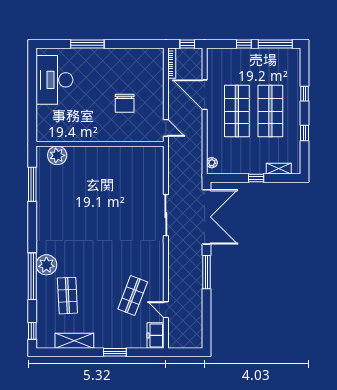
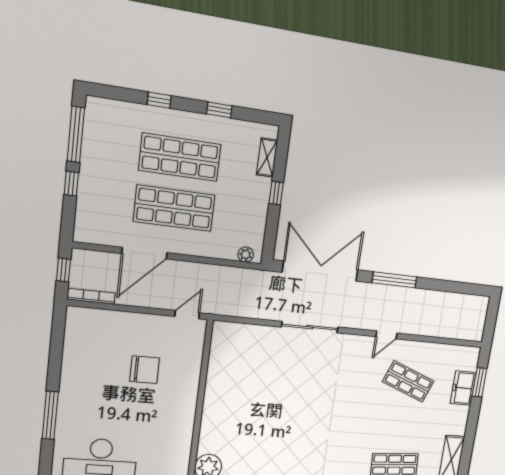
door: (166, 310) -> (386, 335), moved
freezer: (156, 335) -> (463, 388), moved, turned 90
window: (115, 352) -> (479, 382), moved

